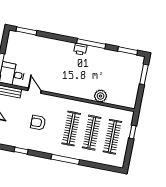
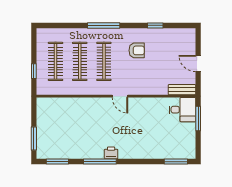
door: (35, 91) -> (120, 96), moved
plant: (101, 96) -> (78, 105), removed
armchair: (38, 123) -> (137, 50), moved

